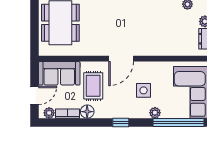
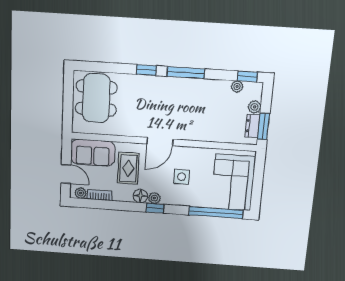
door: (35, 95) -> (66, 174), hinge flipped
floor lamp: (87, 112) -> (140, 196), moved
plant: (155, 113) -> (154, 198), moved

